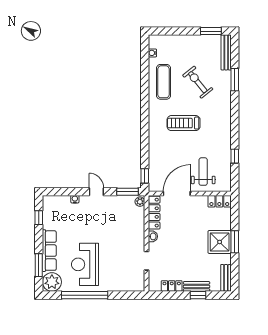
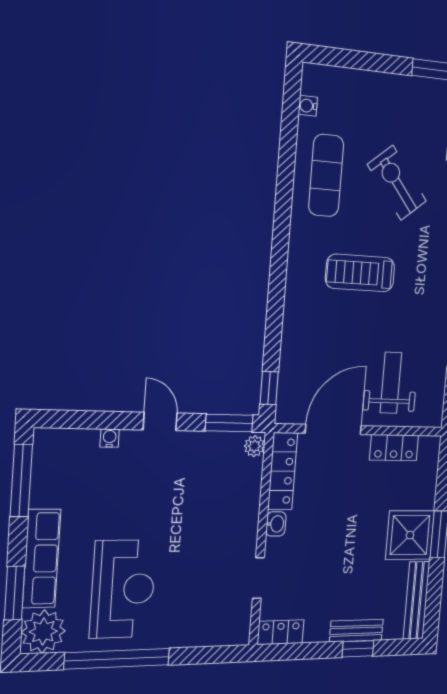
locker: (219, 201) -> (394, 448), moved
window: (39, 218) -> (21, 480), width x2.17
reception desk: (85, 264) -> (123, 589), turned 180
bench: (226, 278) -> (416, 600), width x1.36
locker: (172, 286) -> (281, 632), moved

